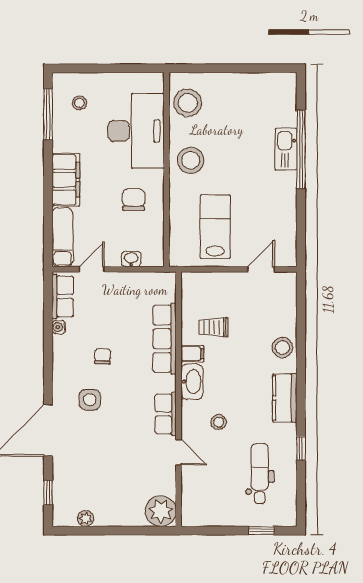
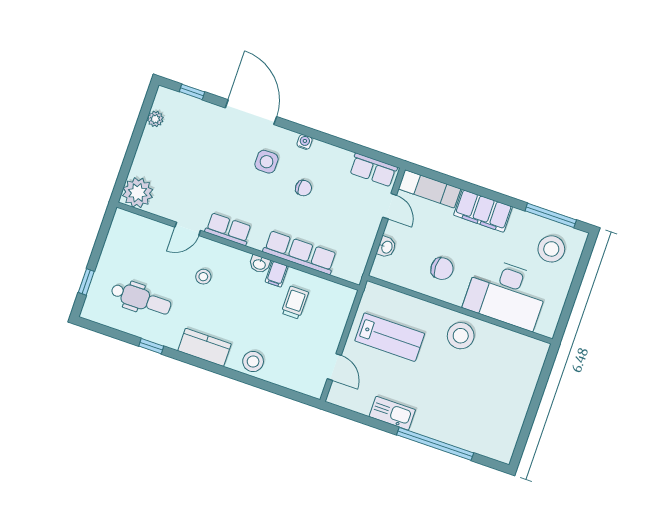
stool: (80, 103) -> (551, 249), width x1.89, depth x1.89
stool: (188, 103) -> (516, 352), removed
kitchen sink: (286, 149) -> (392, 413), moved
water cooler: (59, 327) -> (305, 142), moved
washbasin: (192, 382) -> (259, 264), width x0.52, depth x0.69

